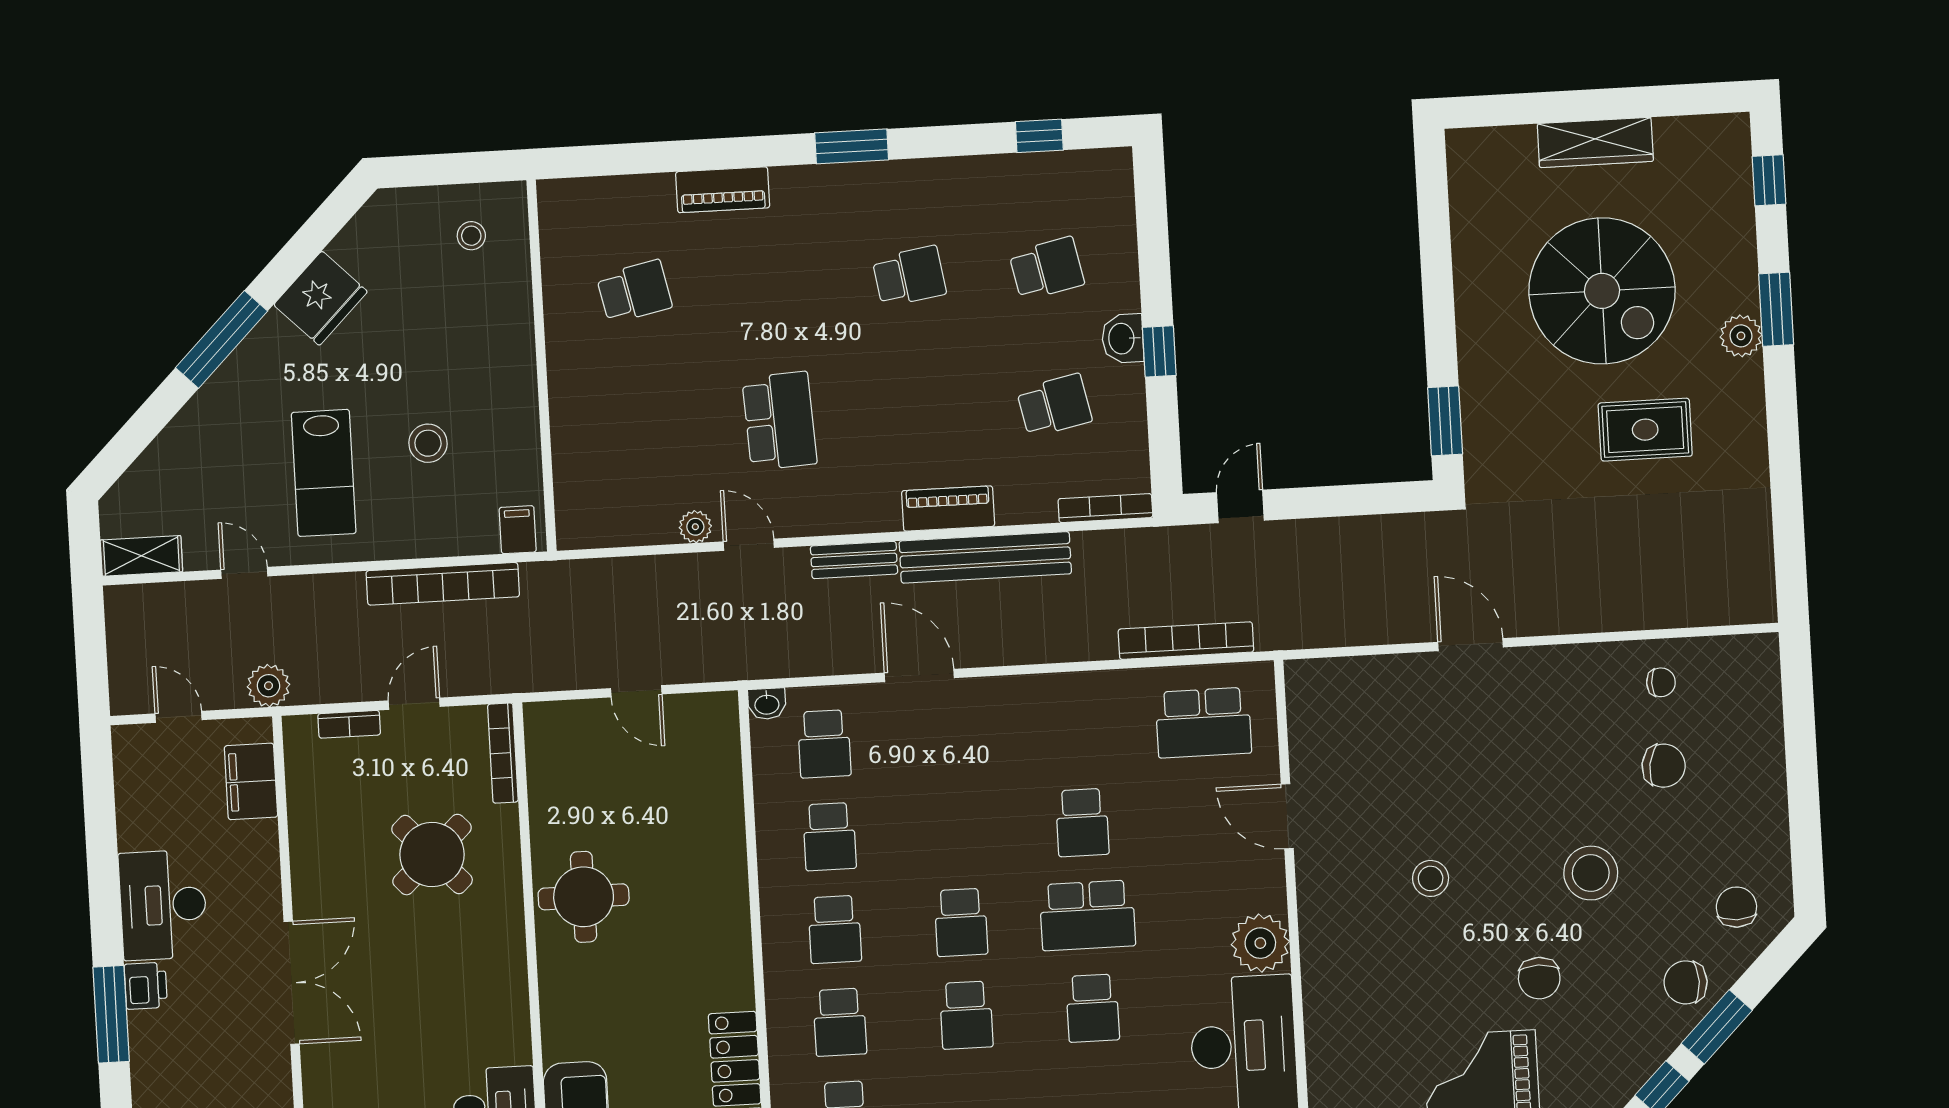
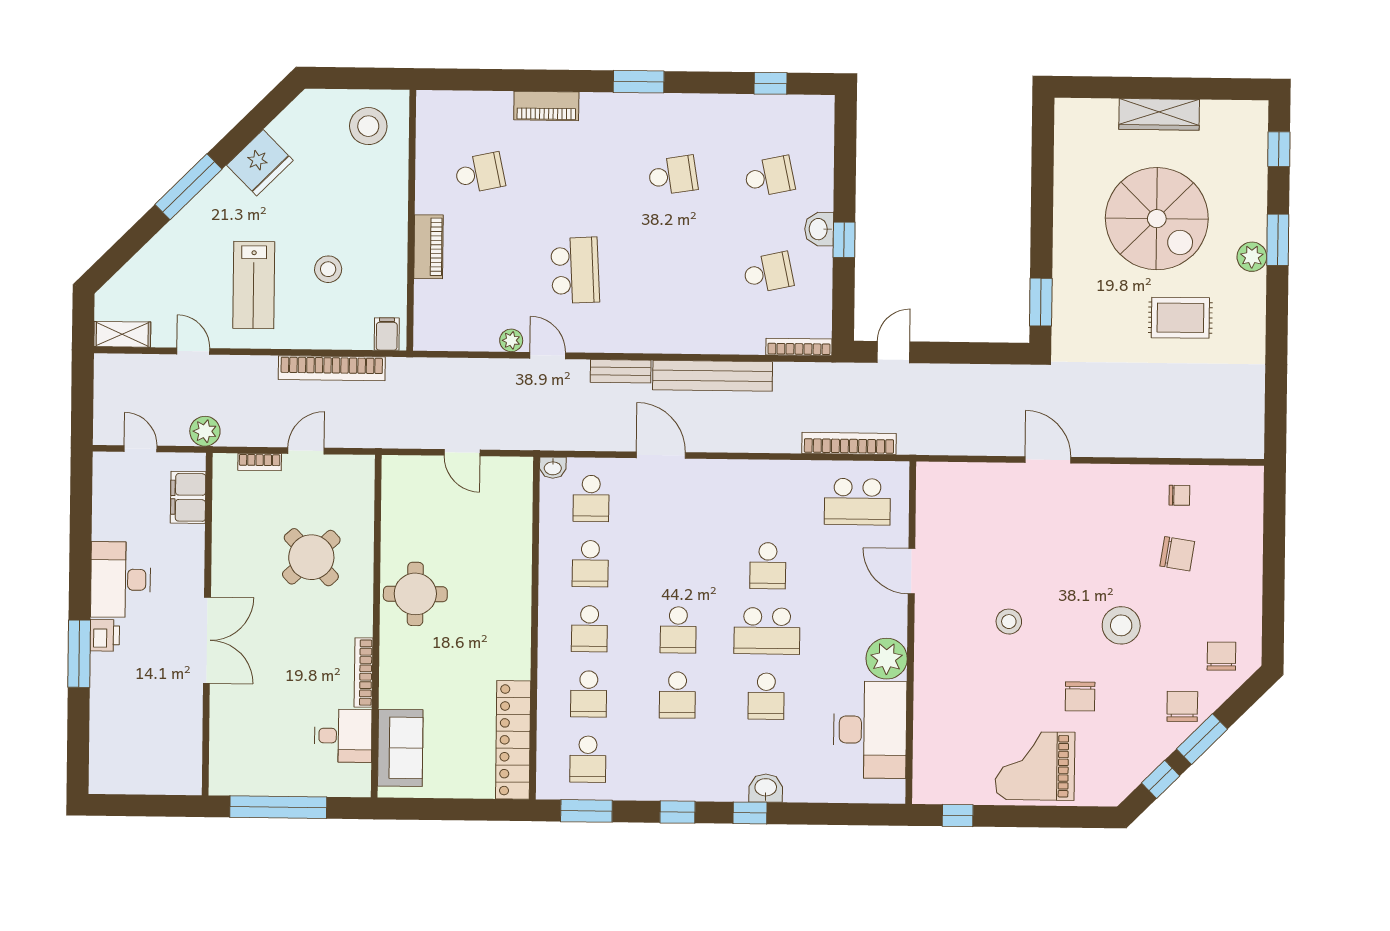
stool: (471, 236) -> (368, 126), width x1.89, depth x1.89
piano: (948, 509) -> (428, 247), moved, turned 90
bookcase: (503, 753) -> (364, 673), moved
chair: (1686, 982) -> (1182, 706), turned 90

